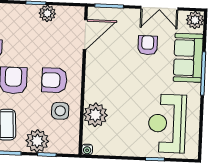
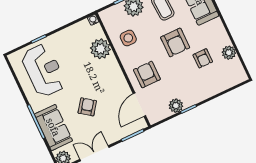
armchair: (148, 45) -> (87, 107), moved, turned -144
armchair: (54, 80) -> (147, 74), moved, turned -90

